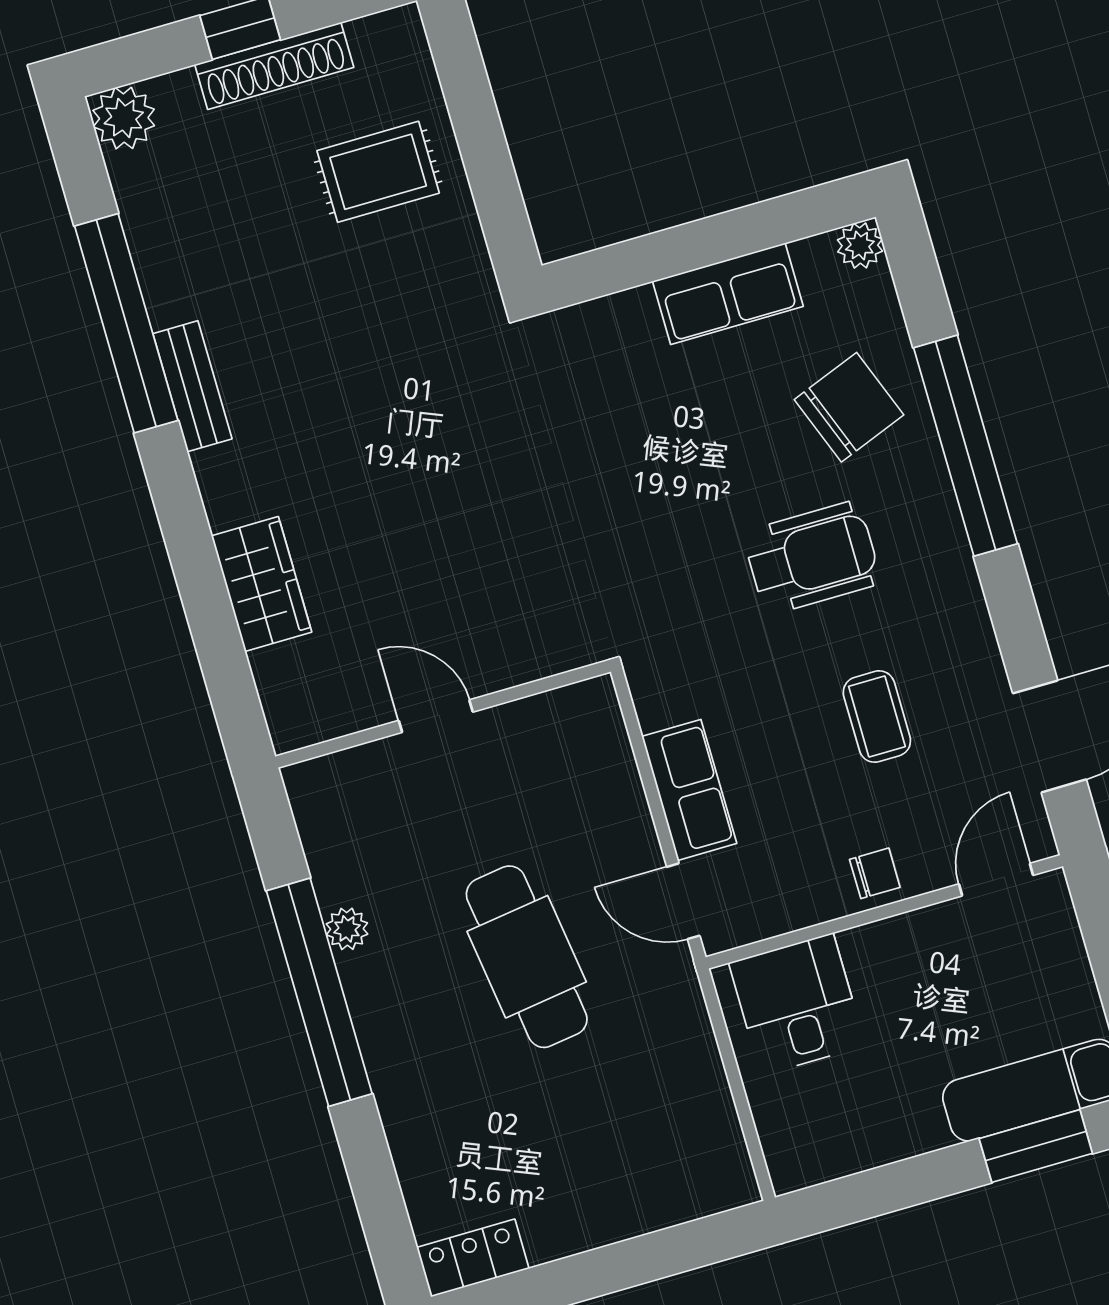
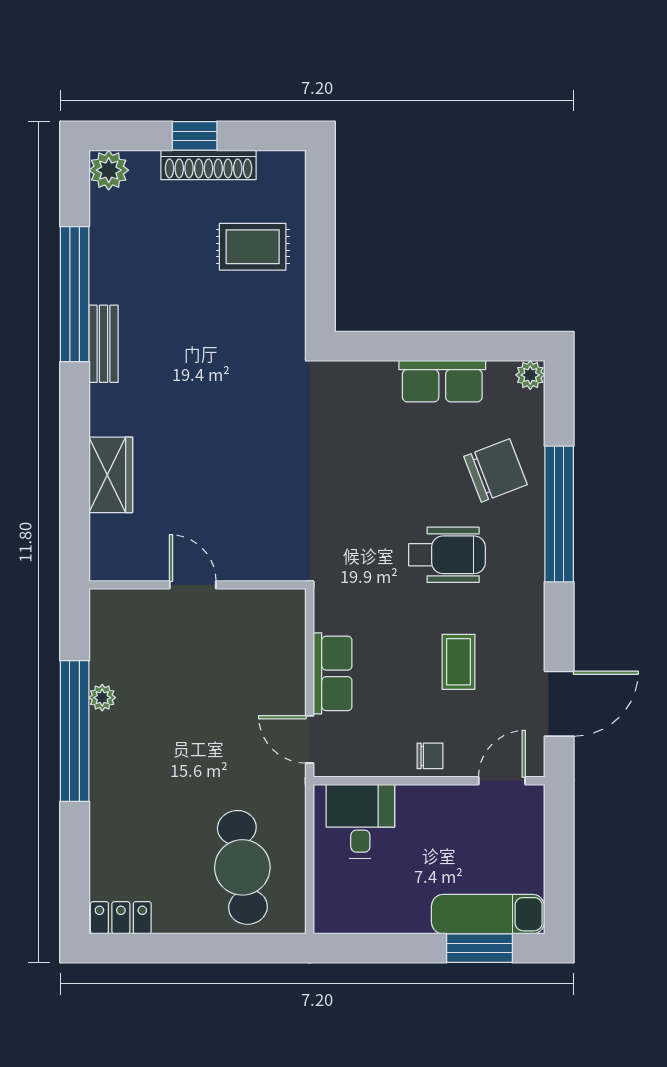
cafe table: (527, 957) -> (242, 867), moved

